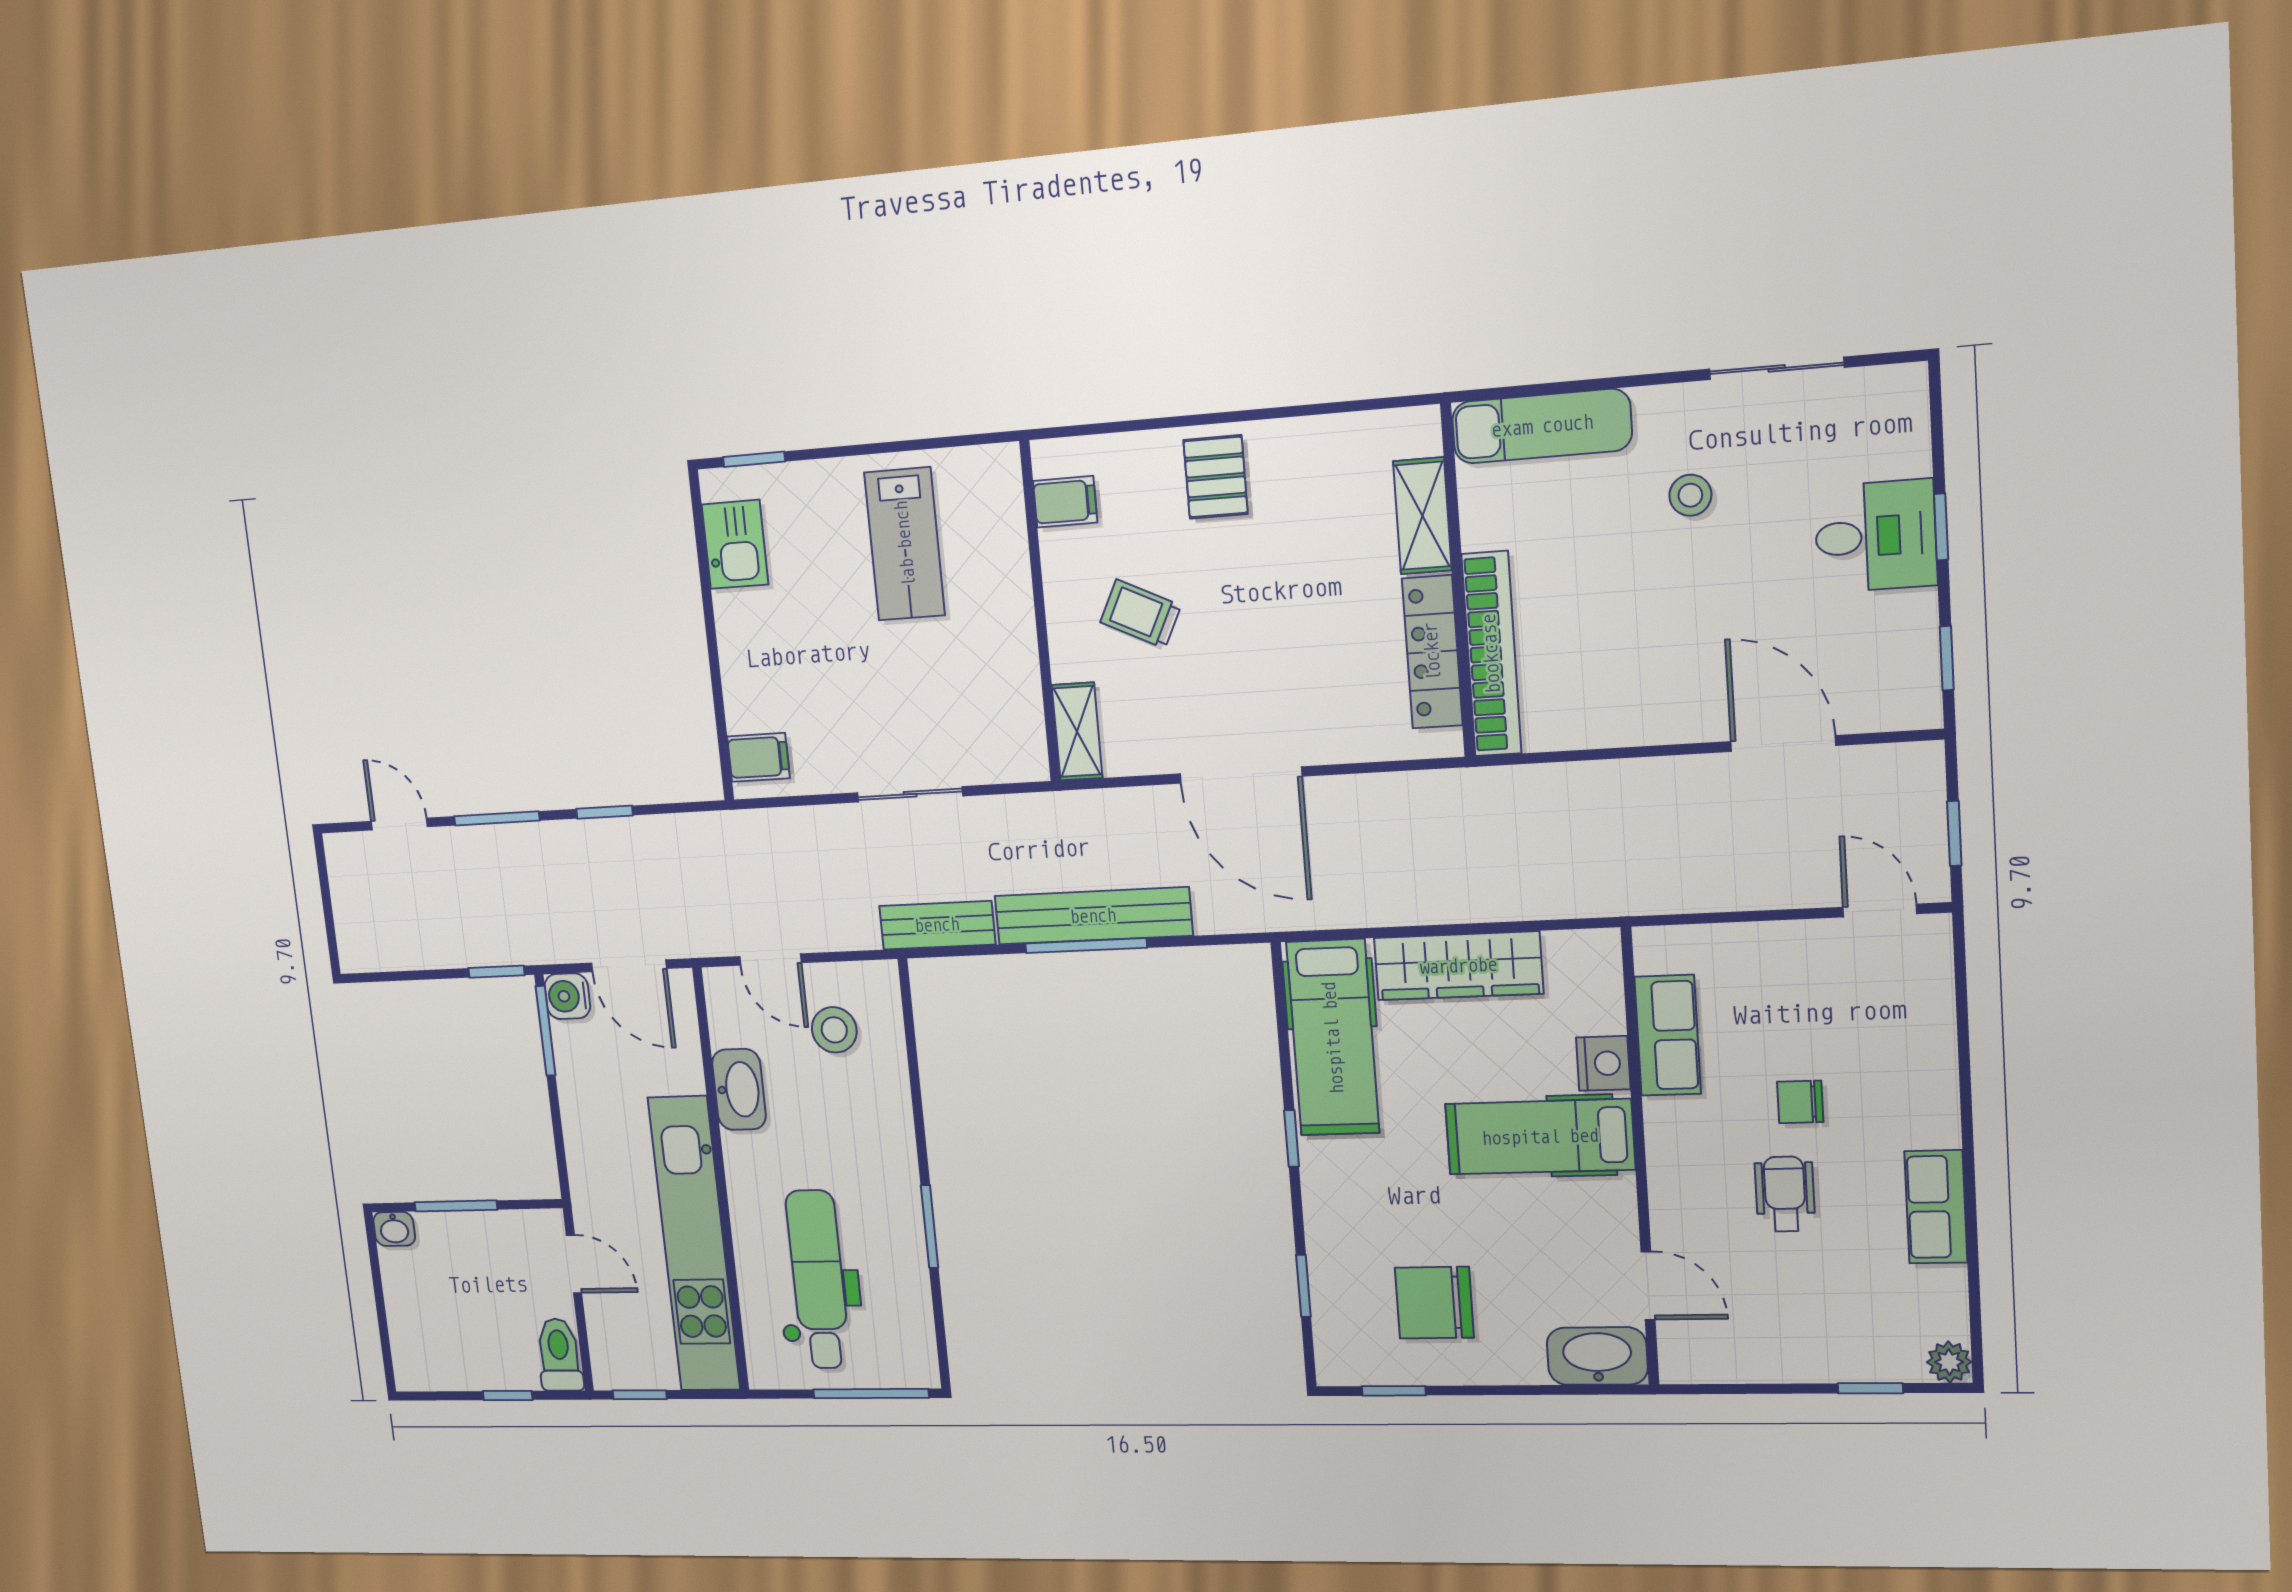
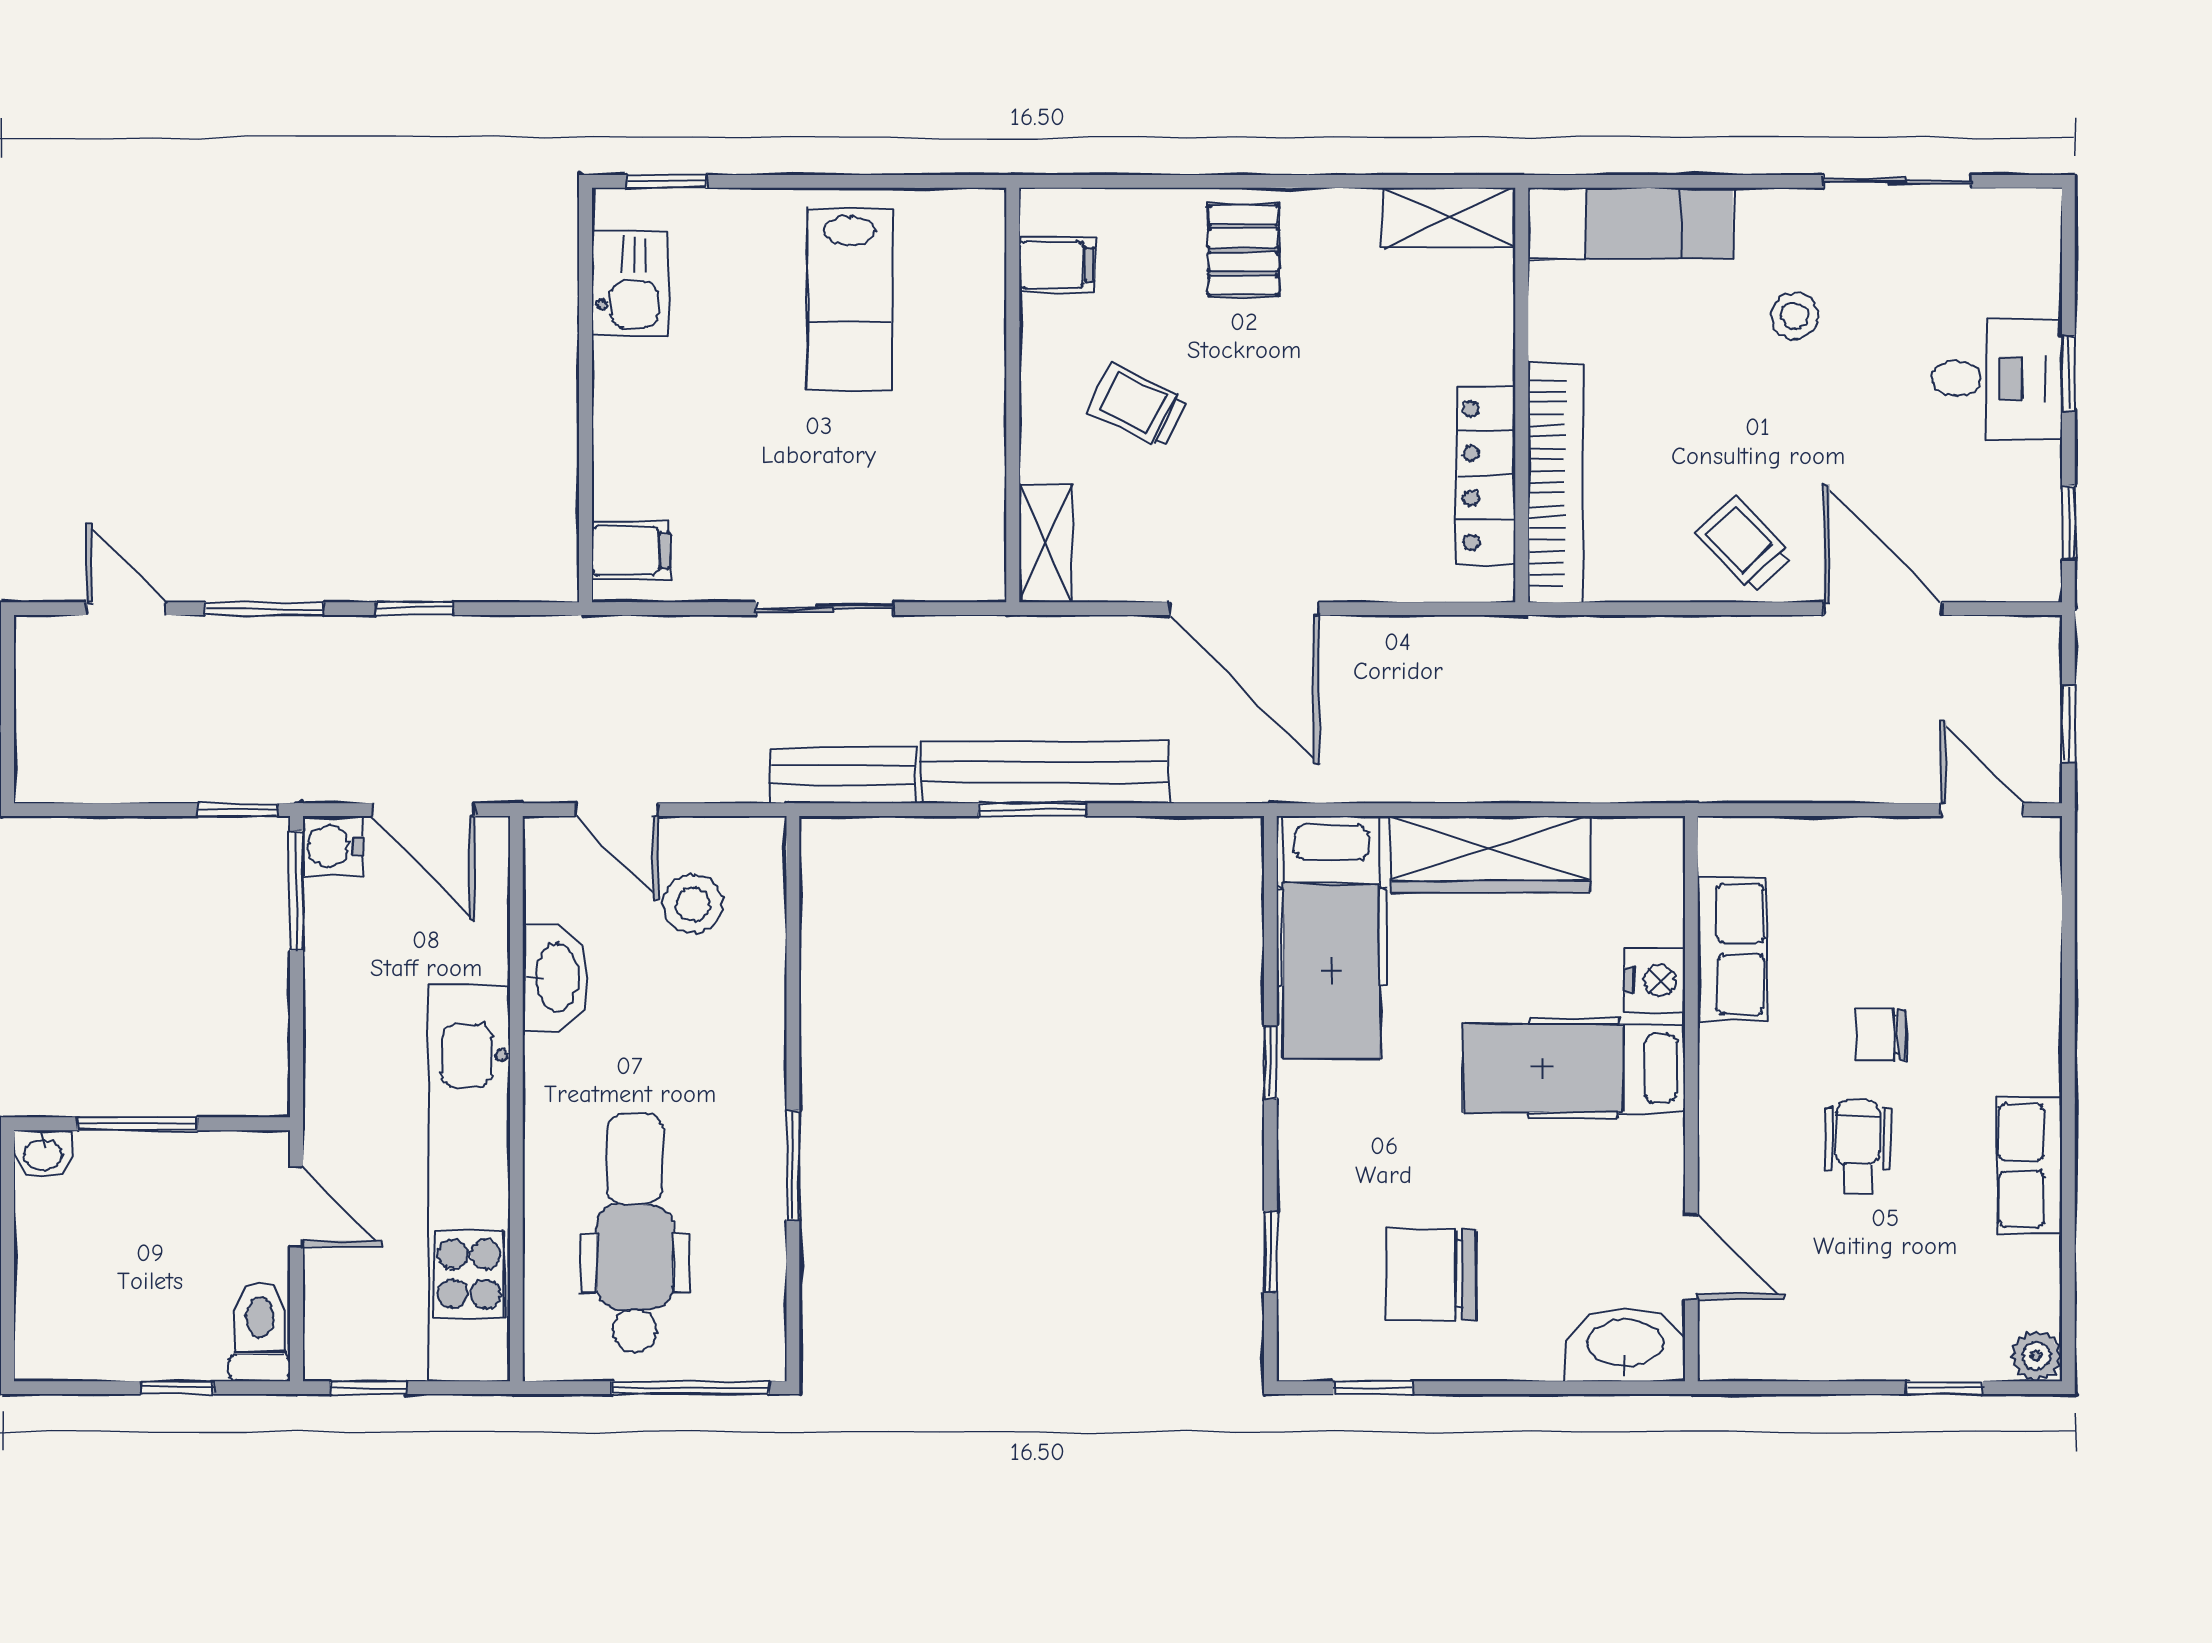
shelving: (1422, 516) -> (1449, 217), moved, turned 90
trolley: (1657, 696) -> (1743, 544), added
window: (1086, 946) -> (1032, 810), width x0.69

